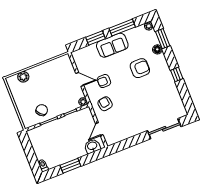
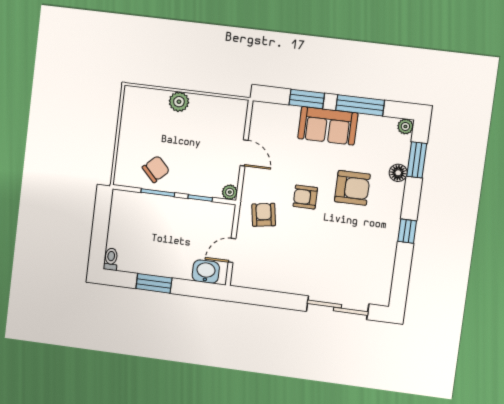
plant: (23, 77) -> (179, 102), moved
armchair: (104, 81) -> (305, 197), moved

